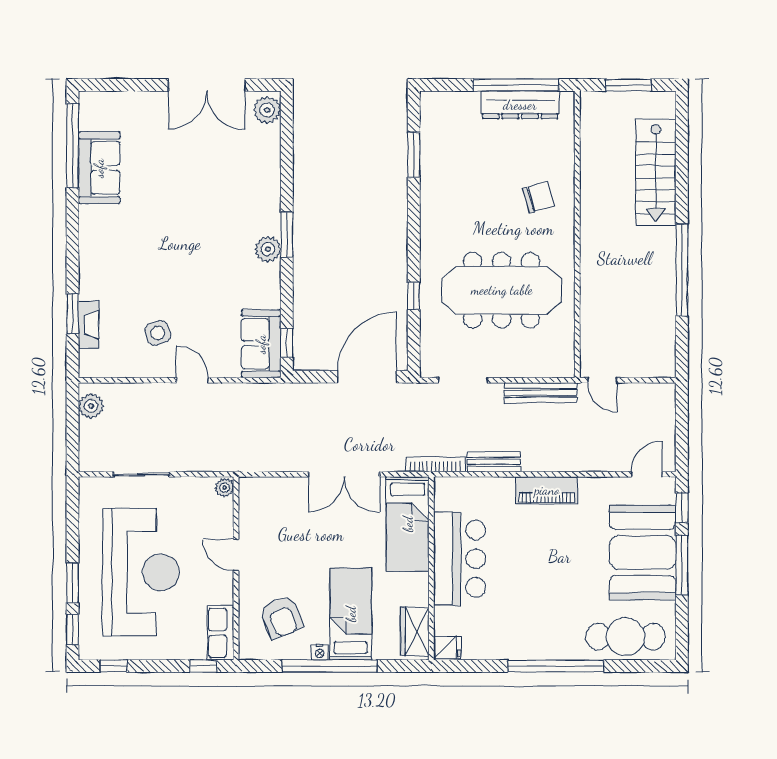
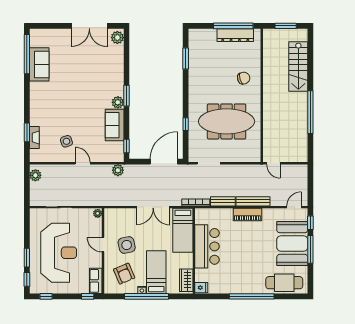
sofa: (261, 344) -> (115, 125), moved
bench: (541, 393) -> (253, 201), moved
plant: (268, 395) -> (118, 170), added
side table: (287, 556) -> (127, 245), added

